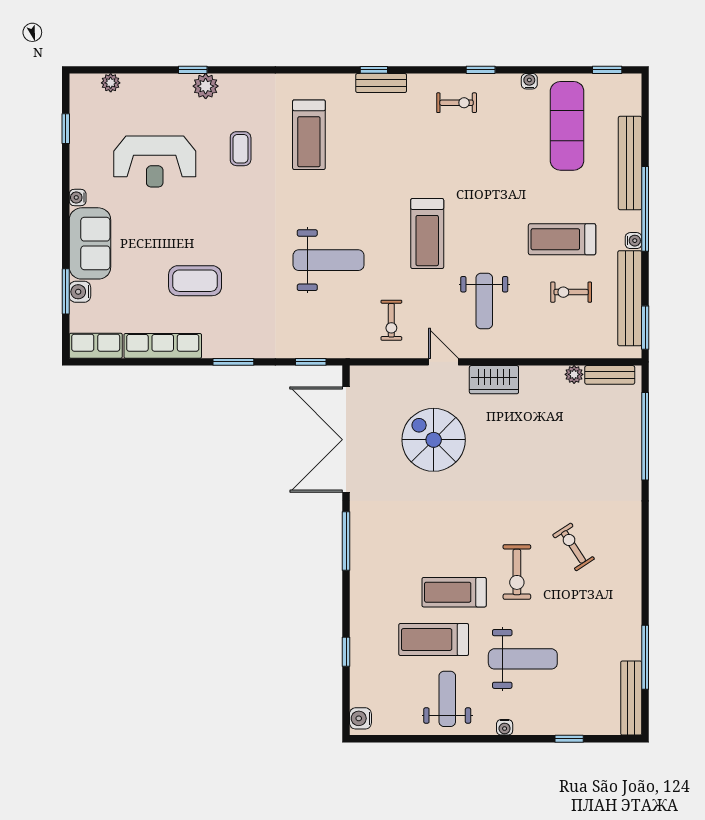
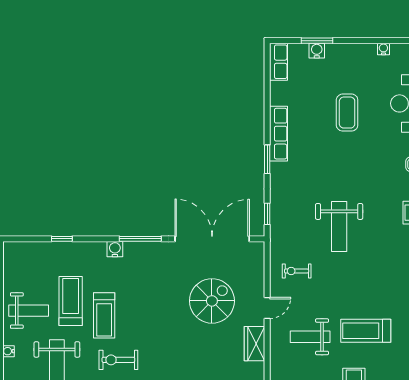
treadmill: (427, 234) -> (366, 331), moved
sofa: (90, 243) -> (351, 58), removed
coffee table: (195, 281) -> (347, 113), moved
row of seats: (163, 346) -> (278, 134), moved
treadmill: (454, 592) -> (104, 315), turned 180
water cooler: (360, 718) -> (115, 249), moved

